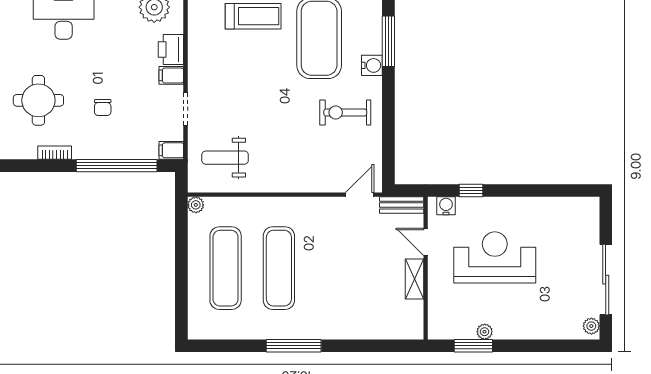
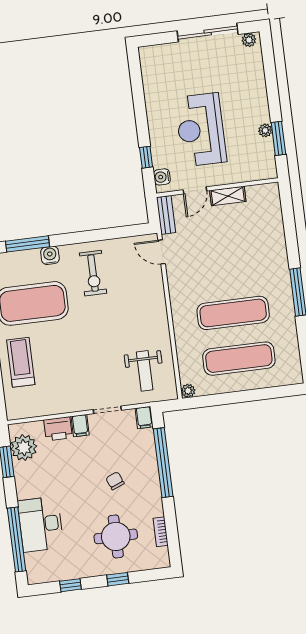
chair: (103, 108) -> (115, 481), turned -112
bookcase: (55, 153) -> (161, 532), moved

